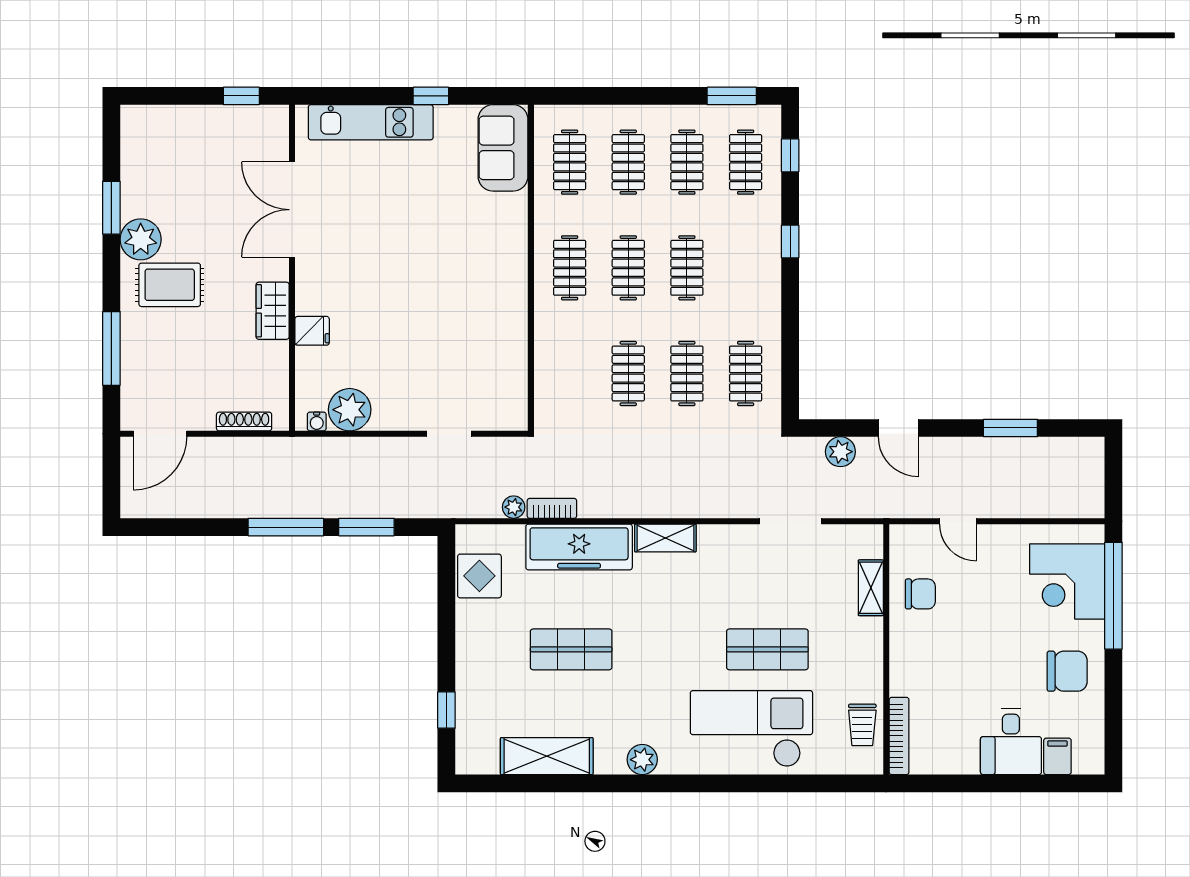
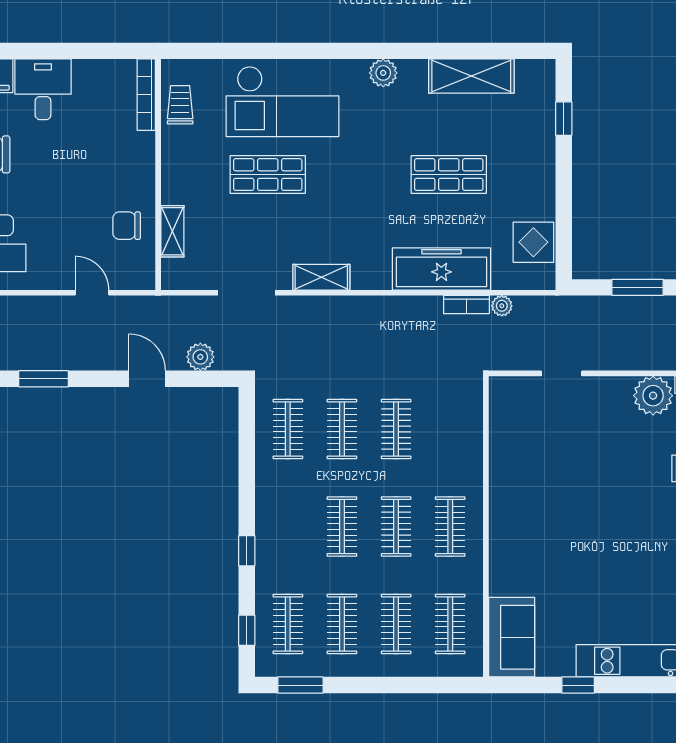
shelving: (665, 538) -> (321, 277), moved

